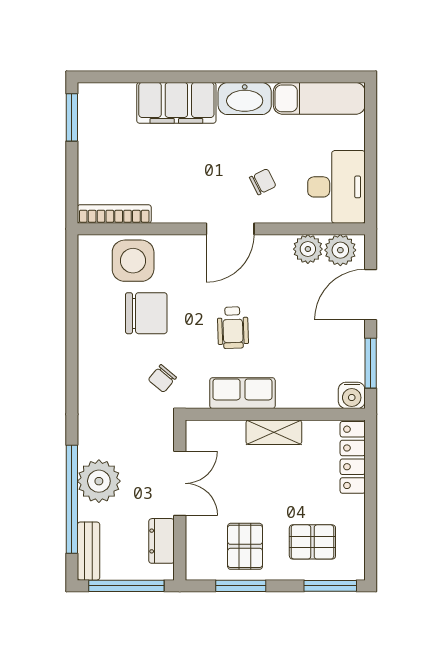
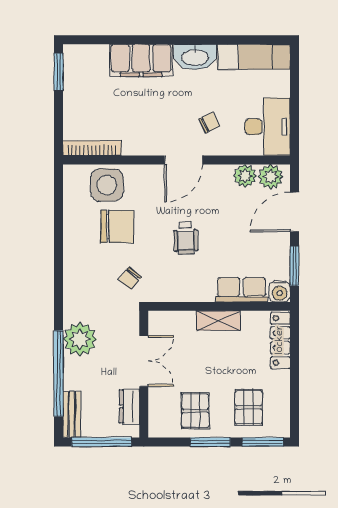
row of seats: (242, 393) -> (242, 290), moved
plant: (99, 481) -> (80, 339), moved
pallet: (312, 542) -> (249, 407), turned 90
window: (241, 586) -> (210, 442), moved

